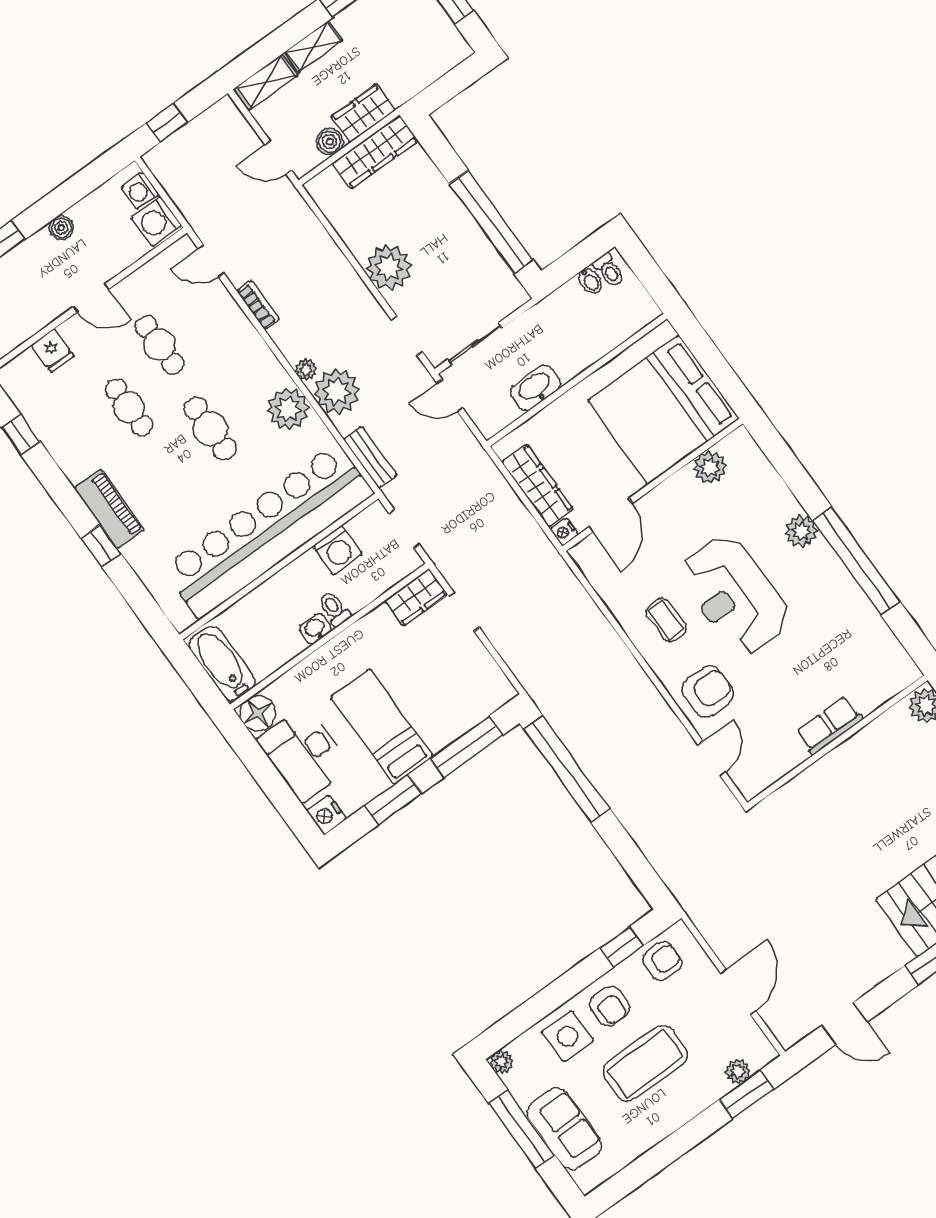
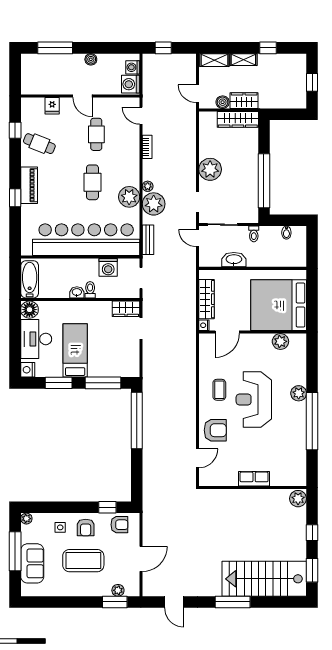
toilet: (609, 270) -> (254, 234), moved
cafe table: (129, 407) -> (39, 144), moved, turned -68
side table: (568, 1036) -> (60, 527), width x0.54, depth x0.54

